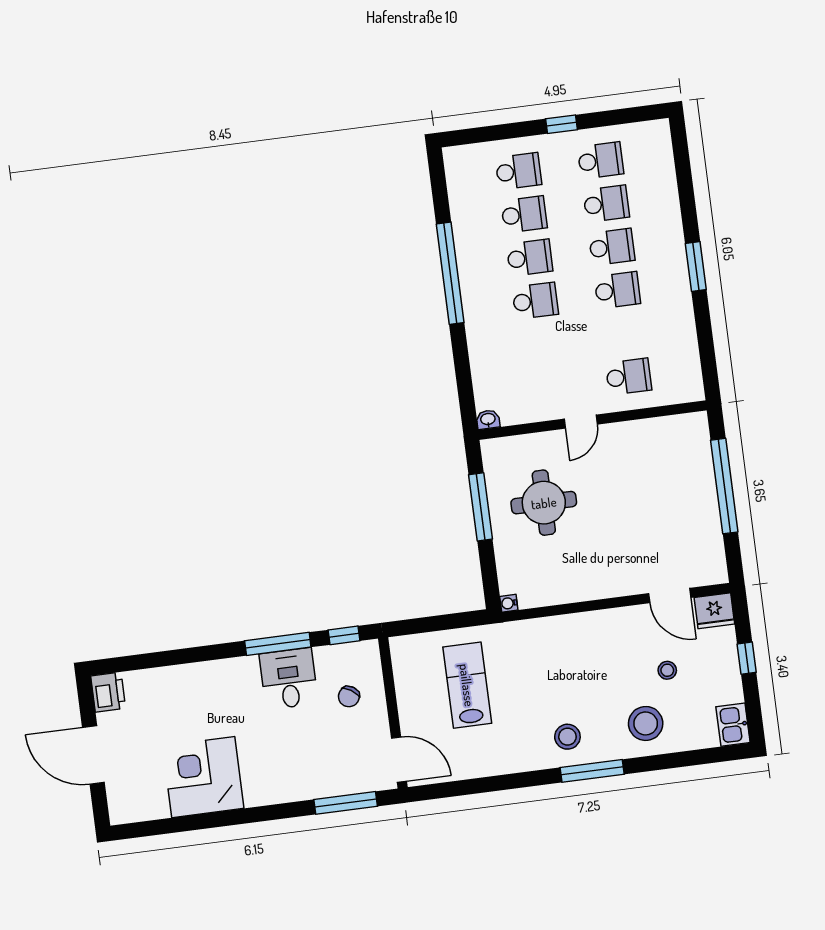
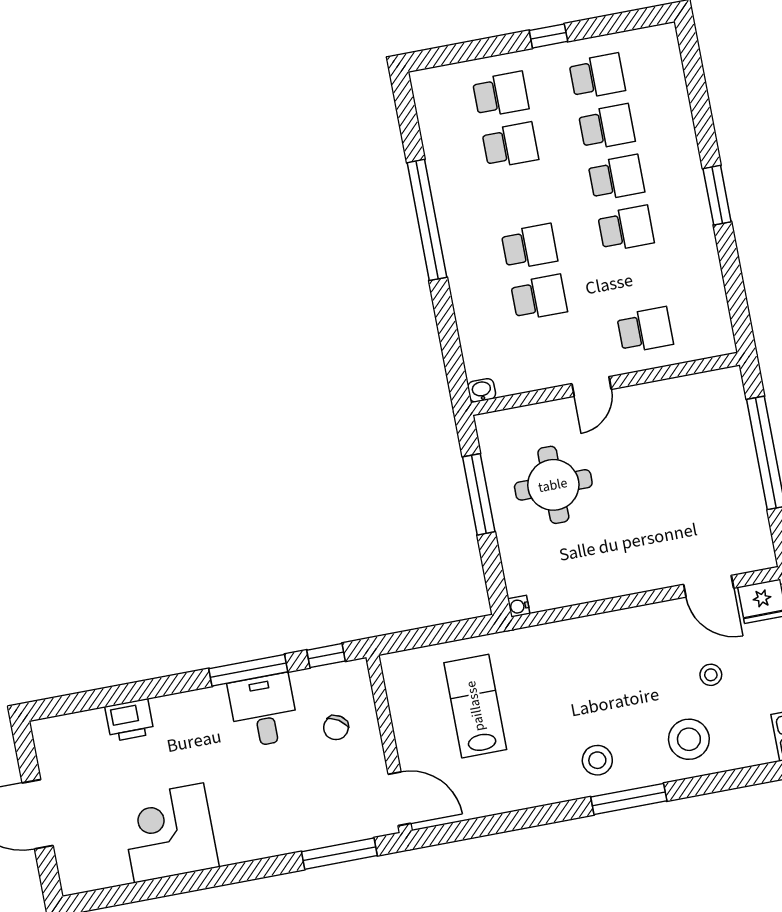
school desk: (530, 258) -> (539, 297), moved
printer: (108, 692) -> (129, 720), moved, turned 90

